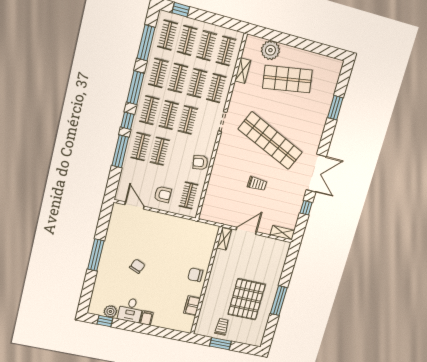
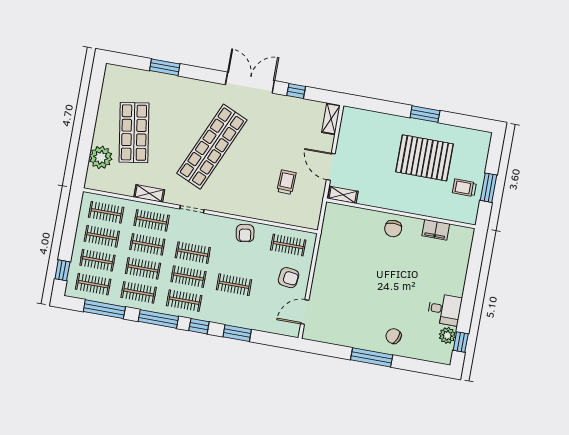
shelving: (243, 71) -> (149, 193), moved
clothes rail: (140, 147) -> (230, 309), removed
window: (120, 151) -> (237, 333), width x0.69
trolley: (257, 184) -> (286, 182), moved
armchair: (163, 194) -> (289, 278), turned 97
chair: (137, 266) -> (394, 336), moved
window: (279, 301) -> (425, 114), width x0.69
filing cabinet: (146, 318) -> (455, 288), removed

